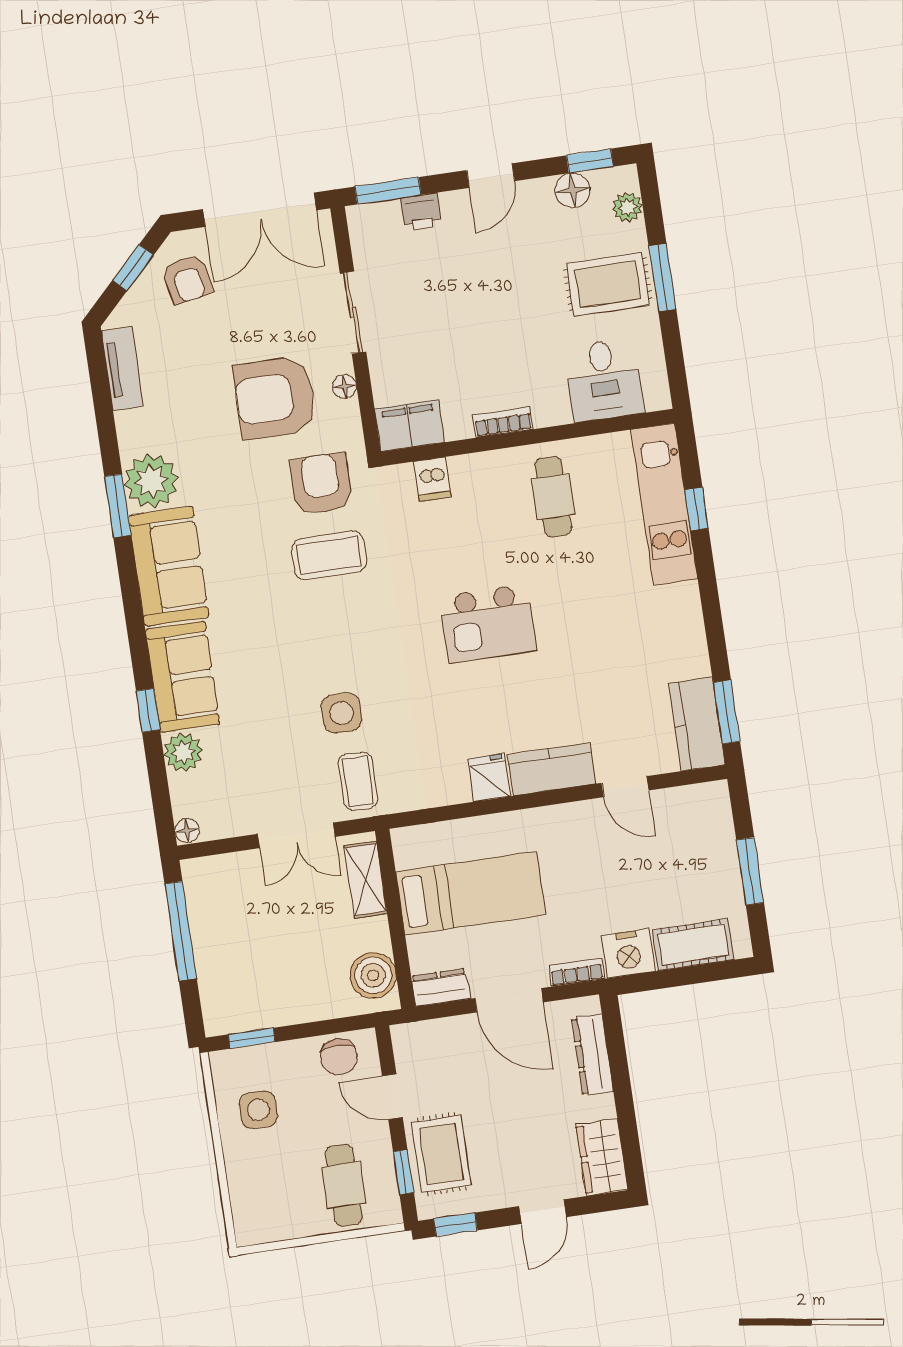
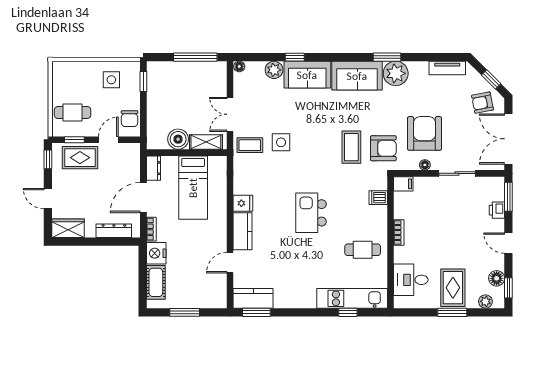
filing cabinet: (410, 426) -> (403, 184), width x0.50
boiler: (373, 975) -> (178, 139), moved
chair: (339, 1057) -> (129, 119), turned -90

